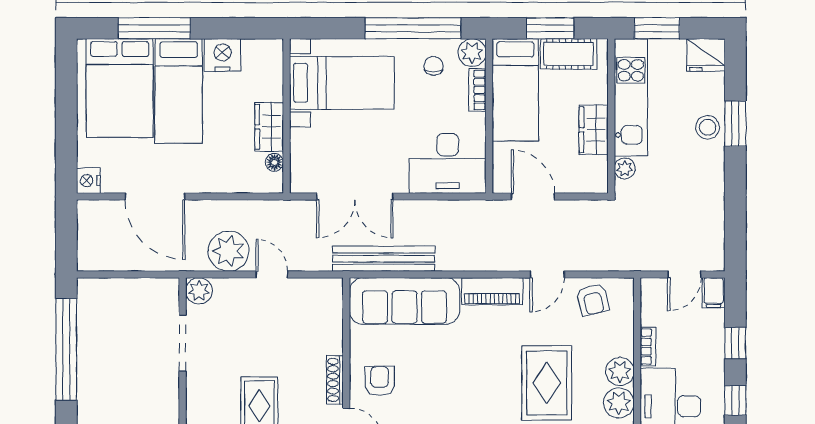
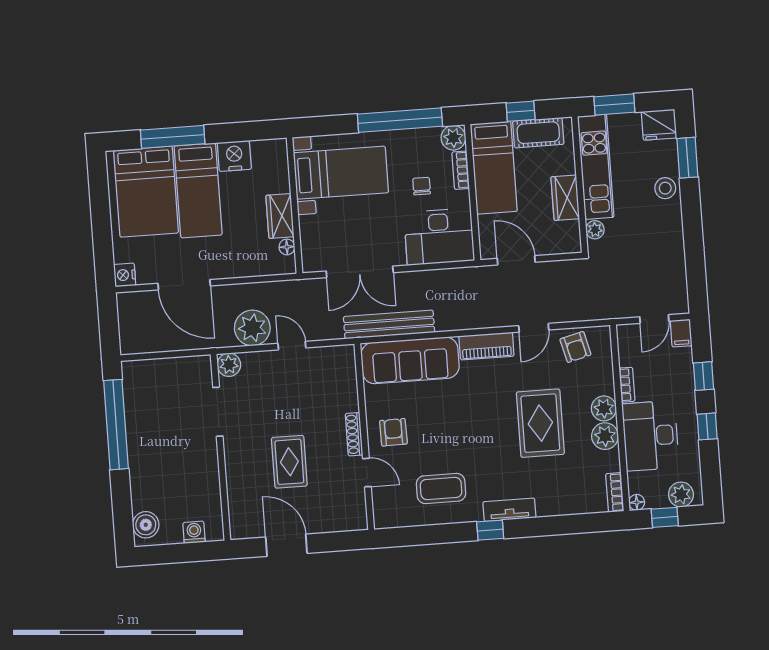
window: (550, 28) -> (521, 111), width x0.67
chair: (433, 66) -> (422, 186), moved
window: (735, 124) -> (687, 158), moved

